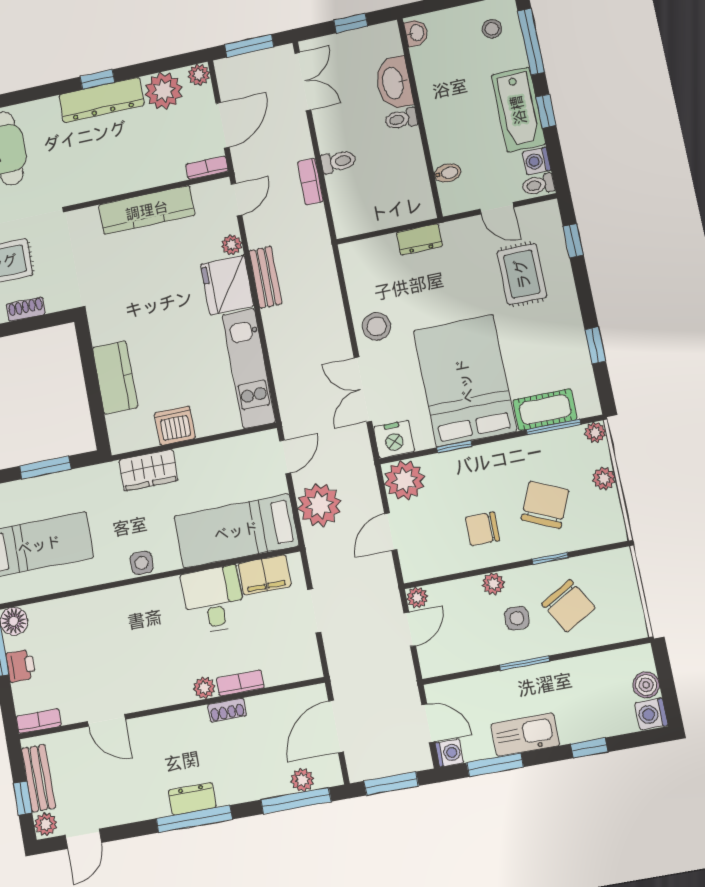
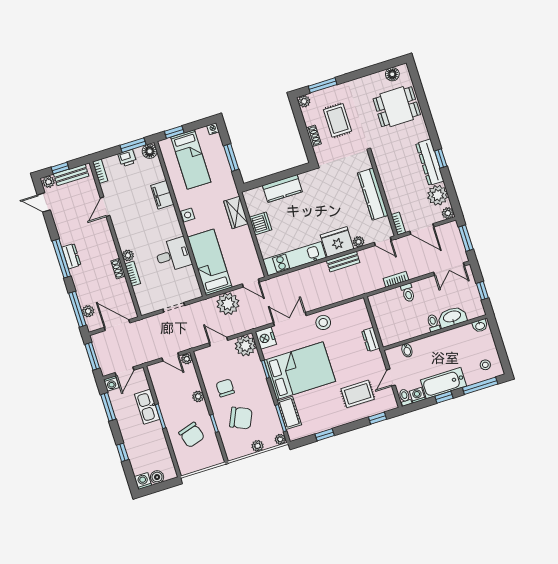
filing cabinet: (265, 575) -> (162, 195), moved
chair: (568, 606) -> (192, 435), turned -77
side table: (517, 618) -> (182, 410), removed
kitchen sink: (525, 735) -> (147, 407), moved, turned 180

